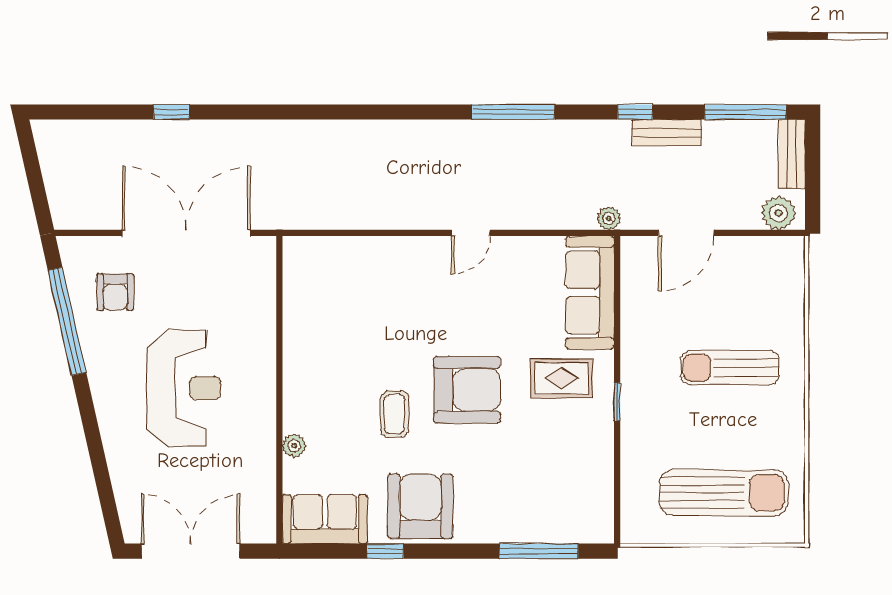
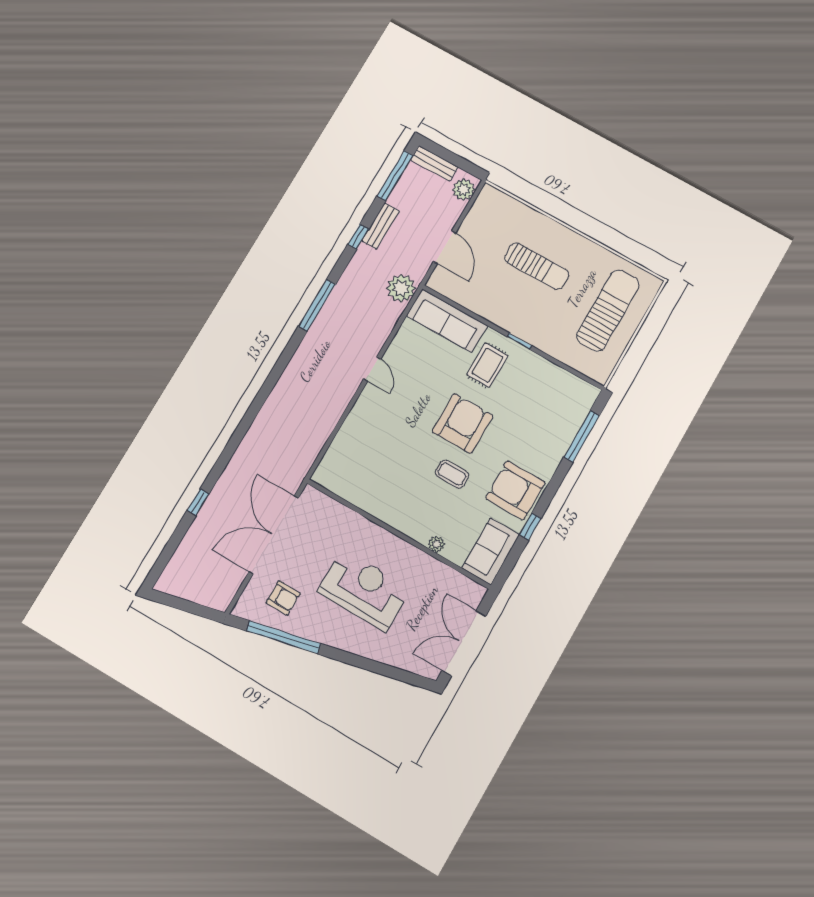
plant: (609, 218) -> (401, 288), width x1.88, depth x1.88
sun lounger: (730, 368) -> (537, 266), turned -90

